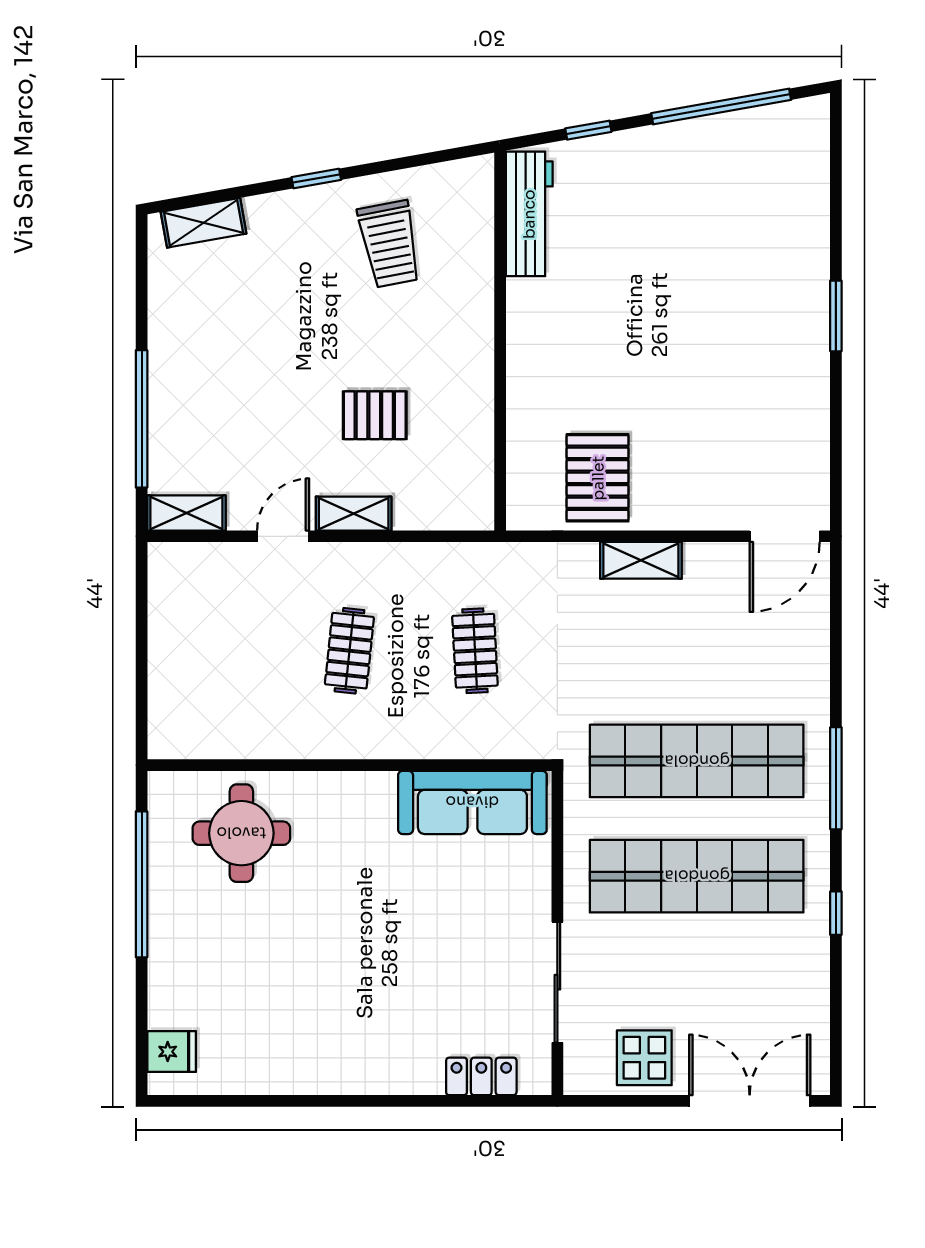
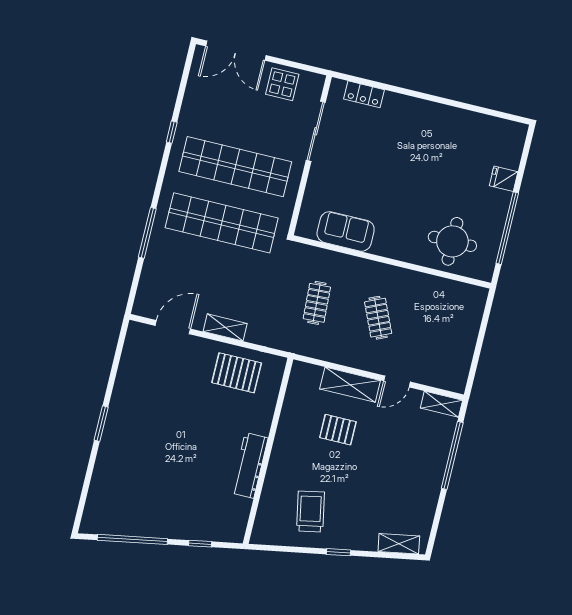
workbench: (529, 214) -> (249, 465), moved
pallet: (598, 478) -> (237, 373), turned 90
shelving: (354, 514) -> (350, 385), width x1.50, depth x1.33
door: (785, 536) -> (173, 327), moved
clothes rail: (349, 651) -> (378, 318), turned -30
window: (836, 778) -> (147, 233), moved
sofa: (472, 802) -> (346, 231), width x0.73
fridge: (172, 1052) -> (504, 179), moved

